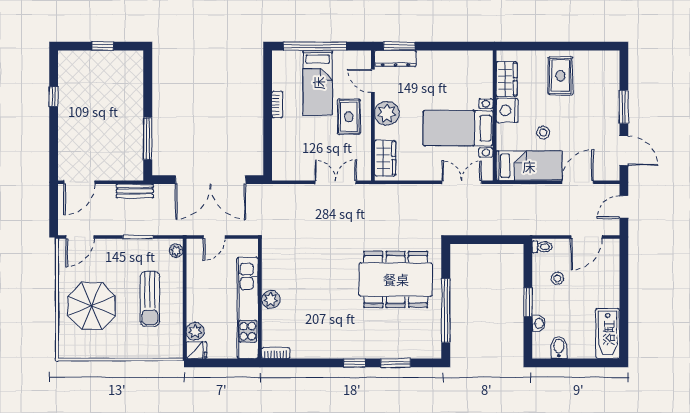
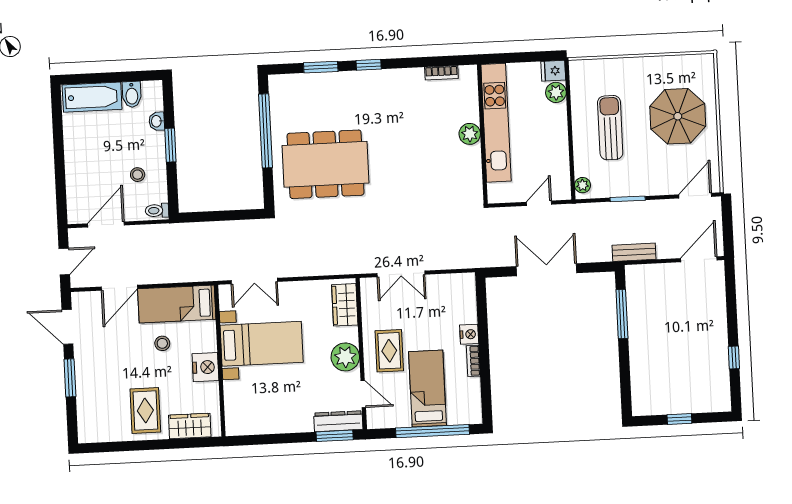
wardrobe: (507, 79) -> (190, 426), moved, turned 90
nightstand: (280, 128) -> (469, 334), added
double door: (211, 180) -> (547, 270), width x0.73
bathtub: (608, 333) -> (92, 97), moved, turned 90
bookcase: (276, 353) -> (441, 73), moved

